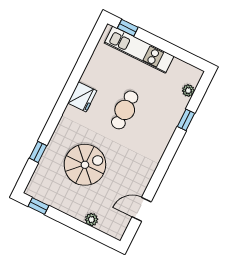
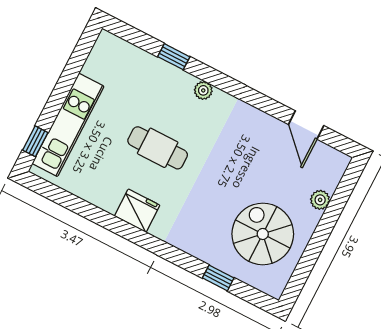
plant: (188, 91) -> (203, 90), moved
spiral stairs: (85, 165) -> (263, 234), moved
window: (38, 206) -> (299, 278), removed

